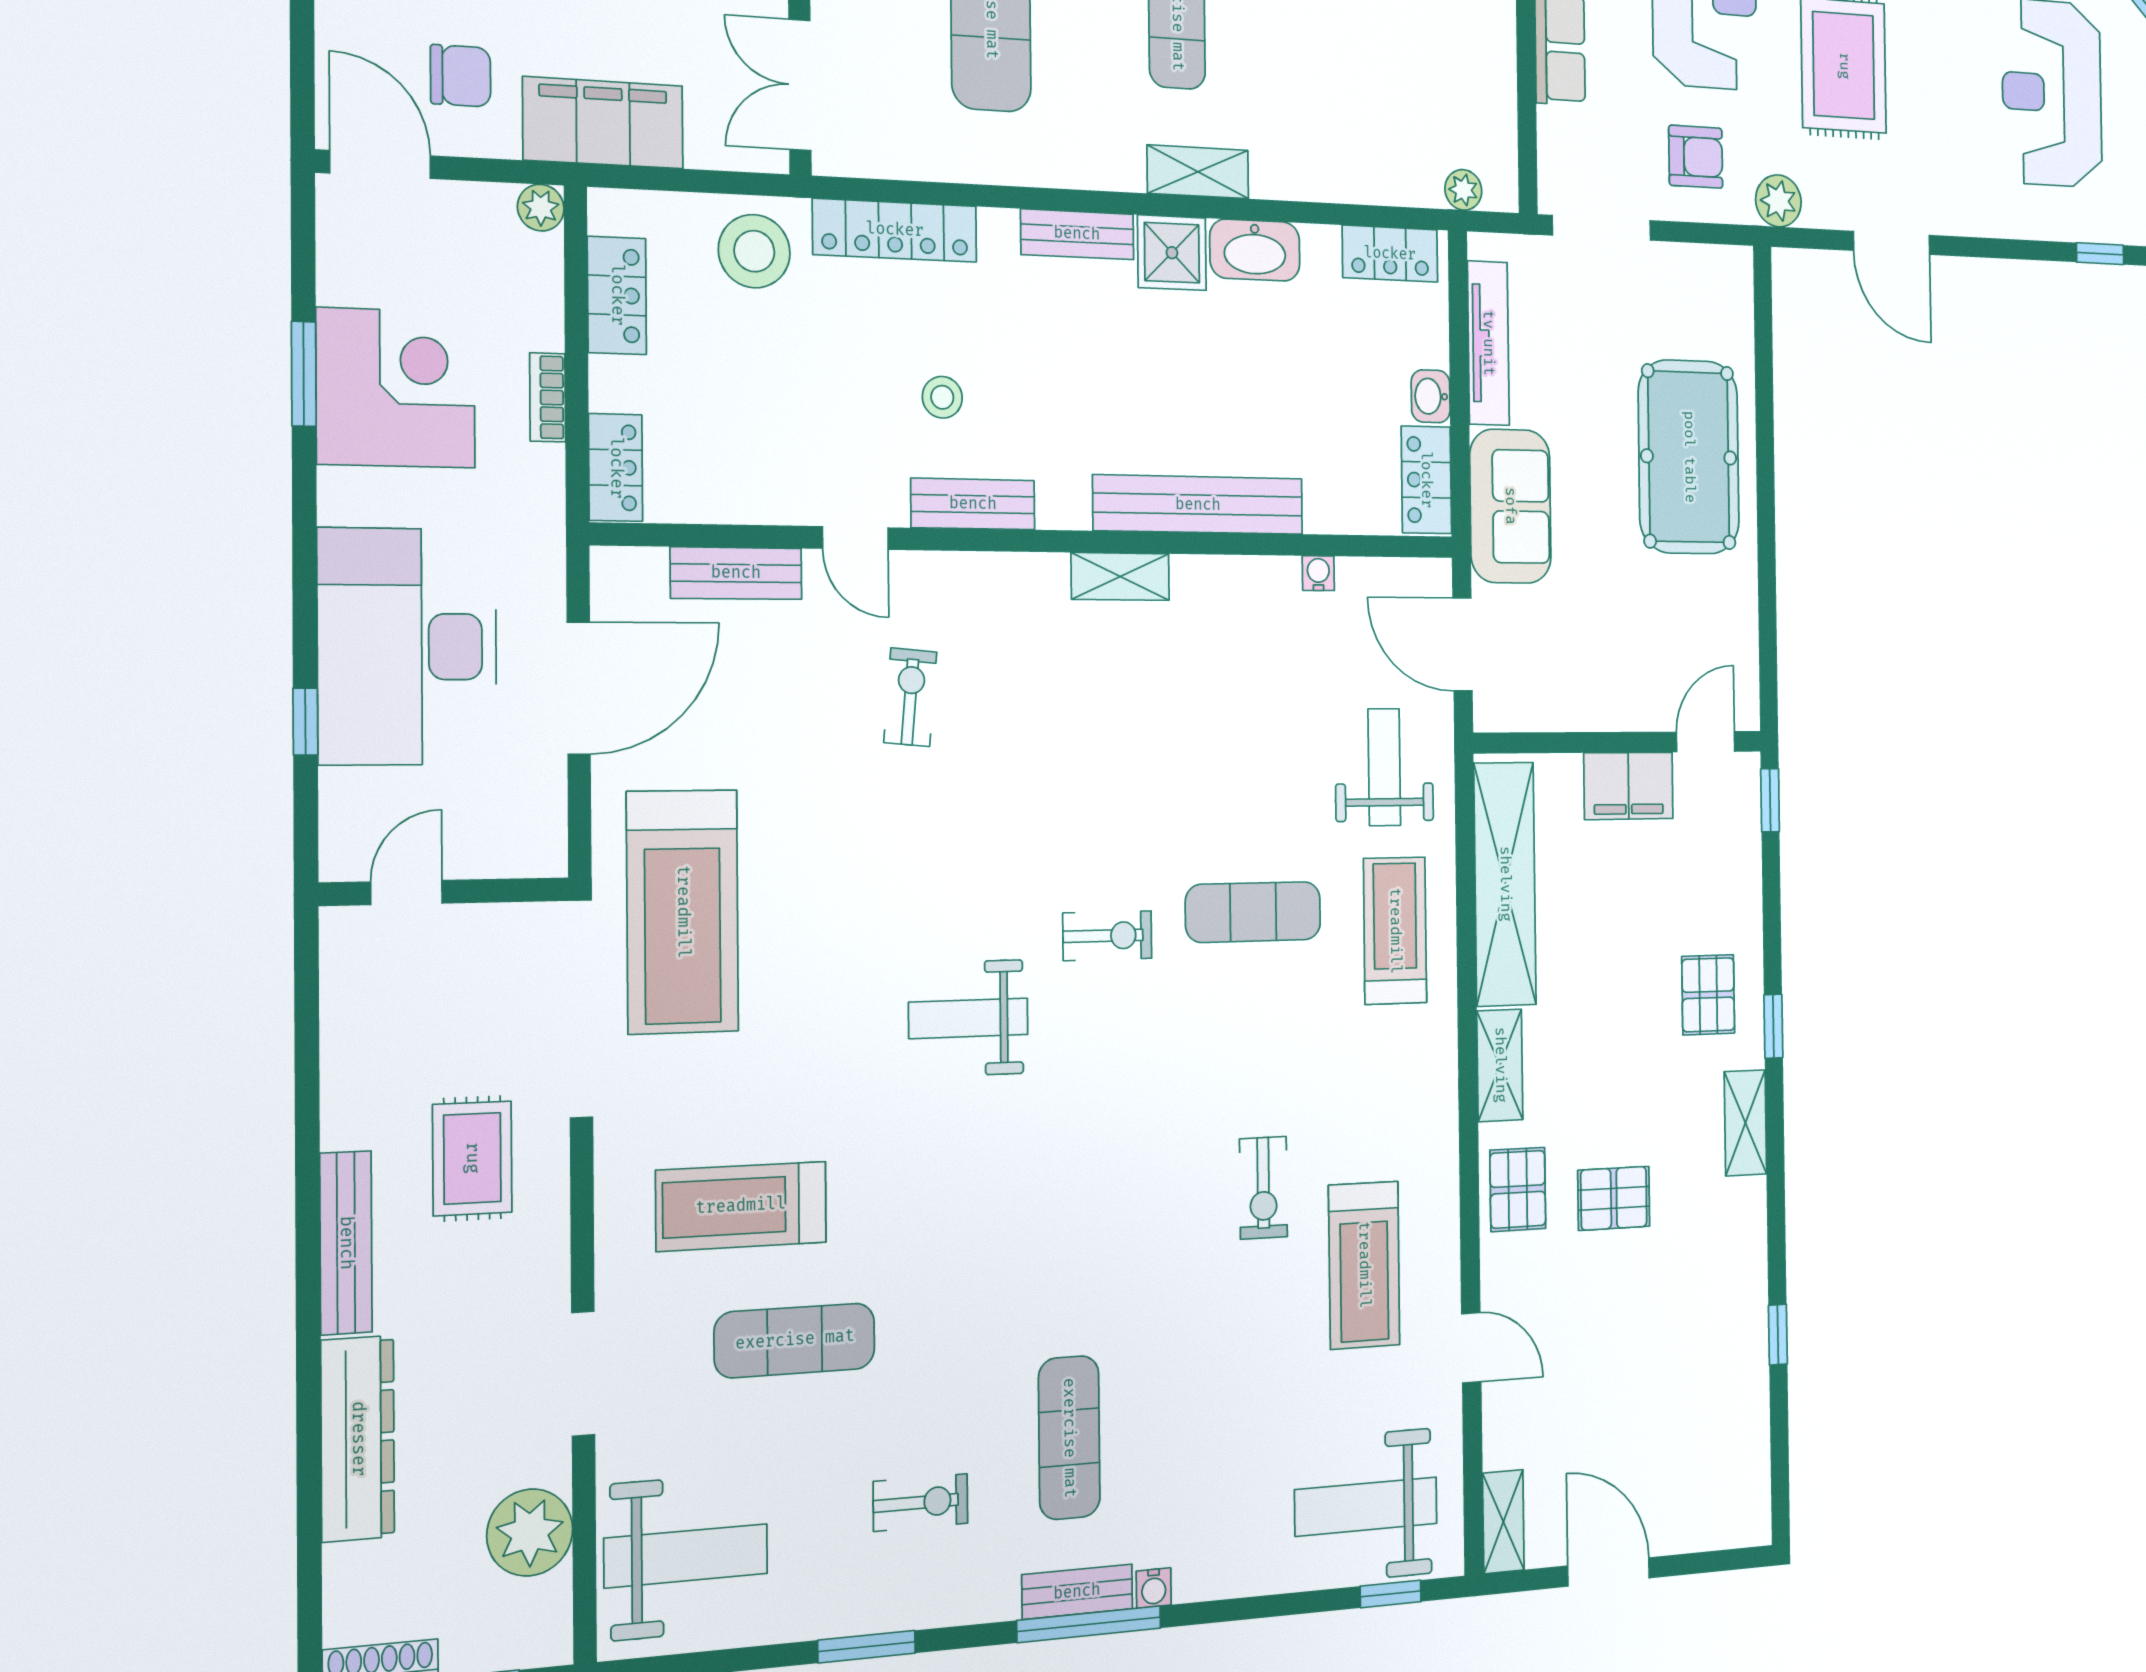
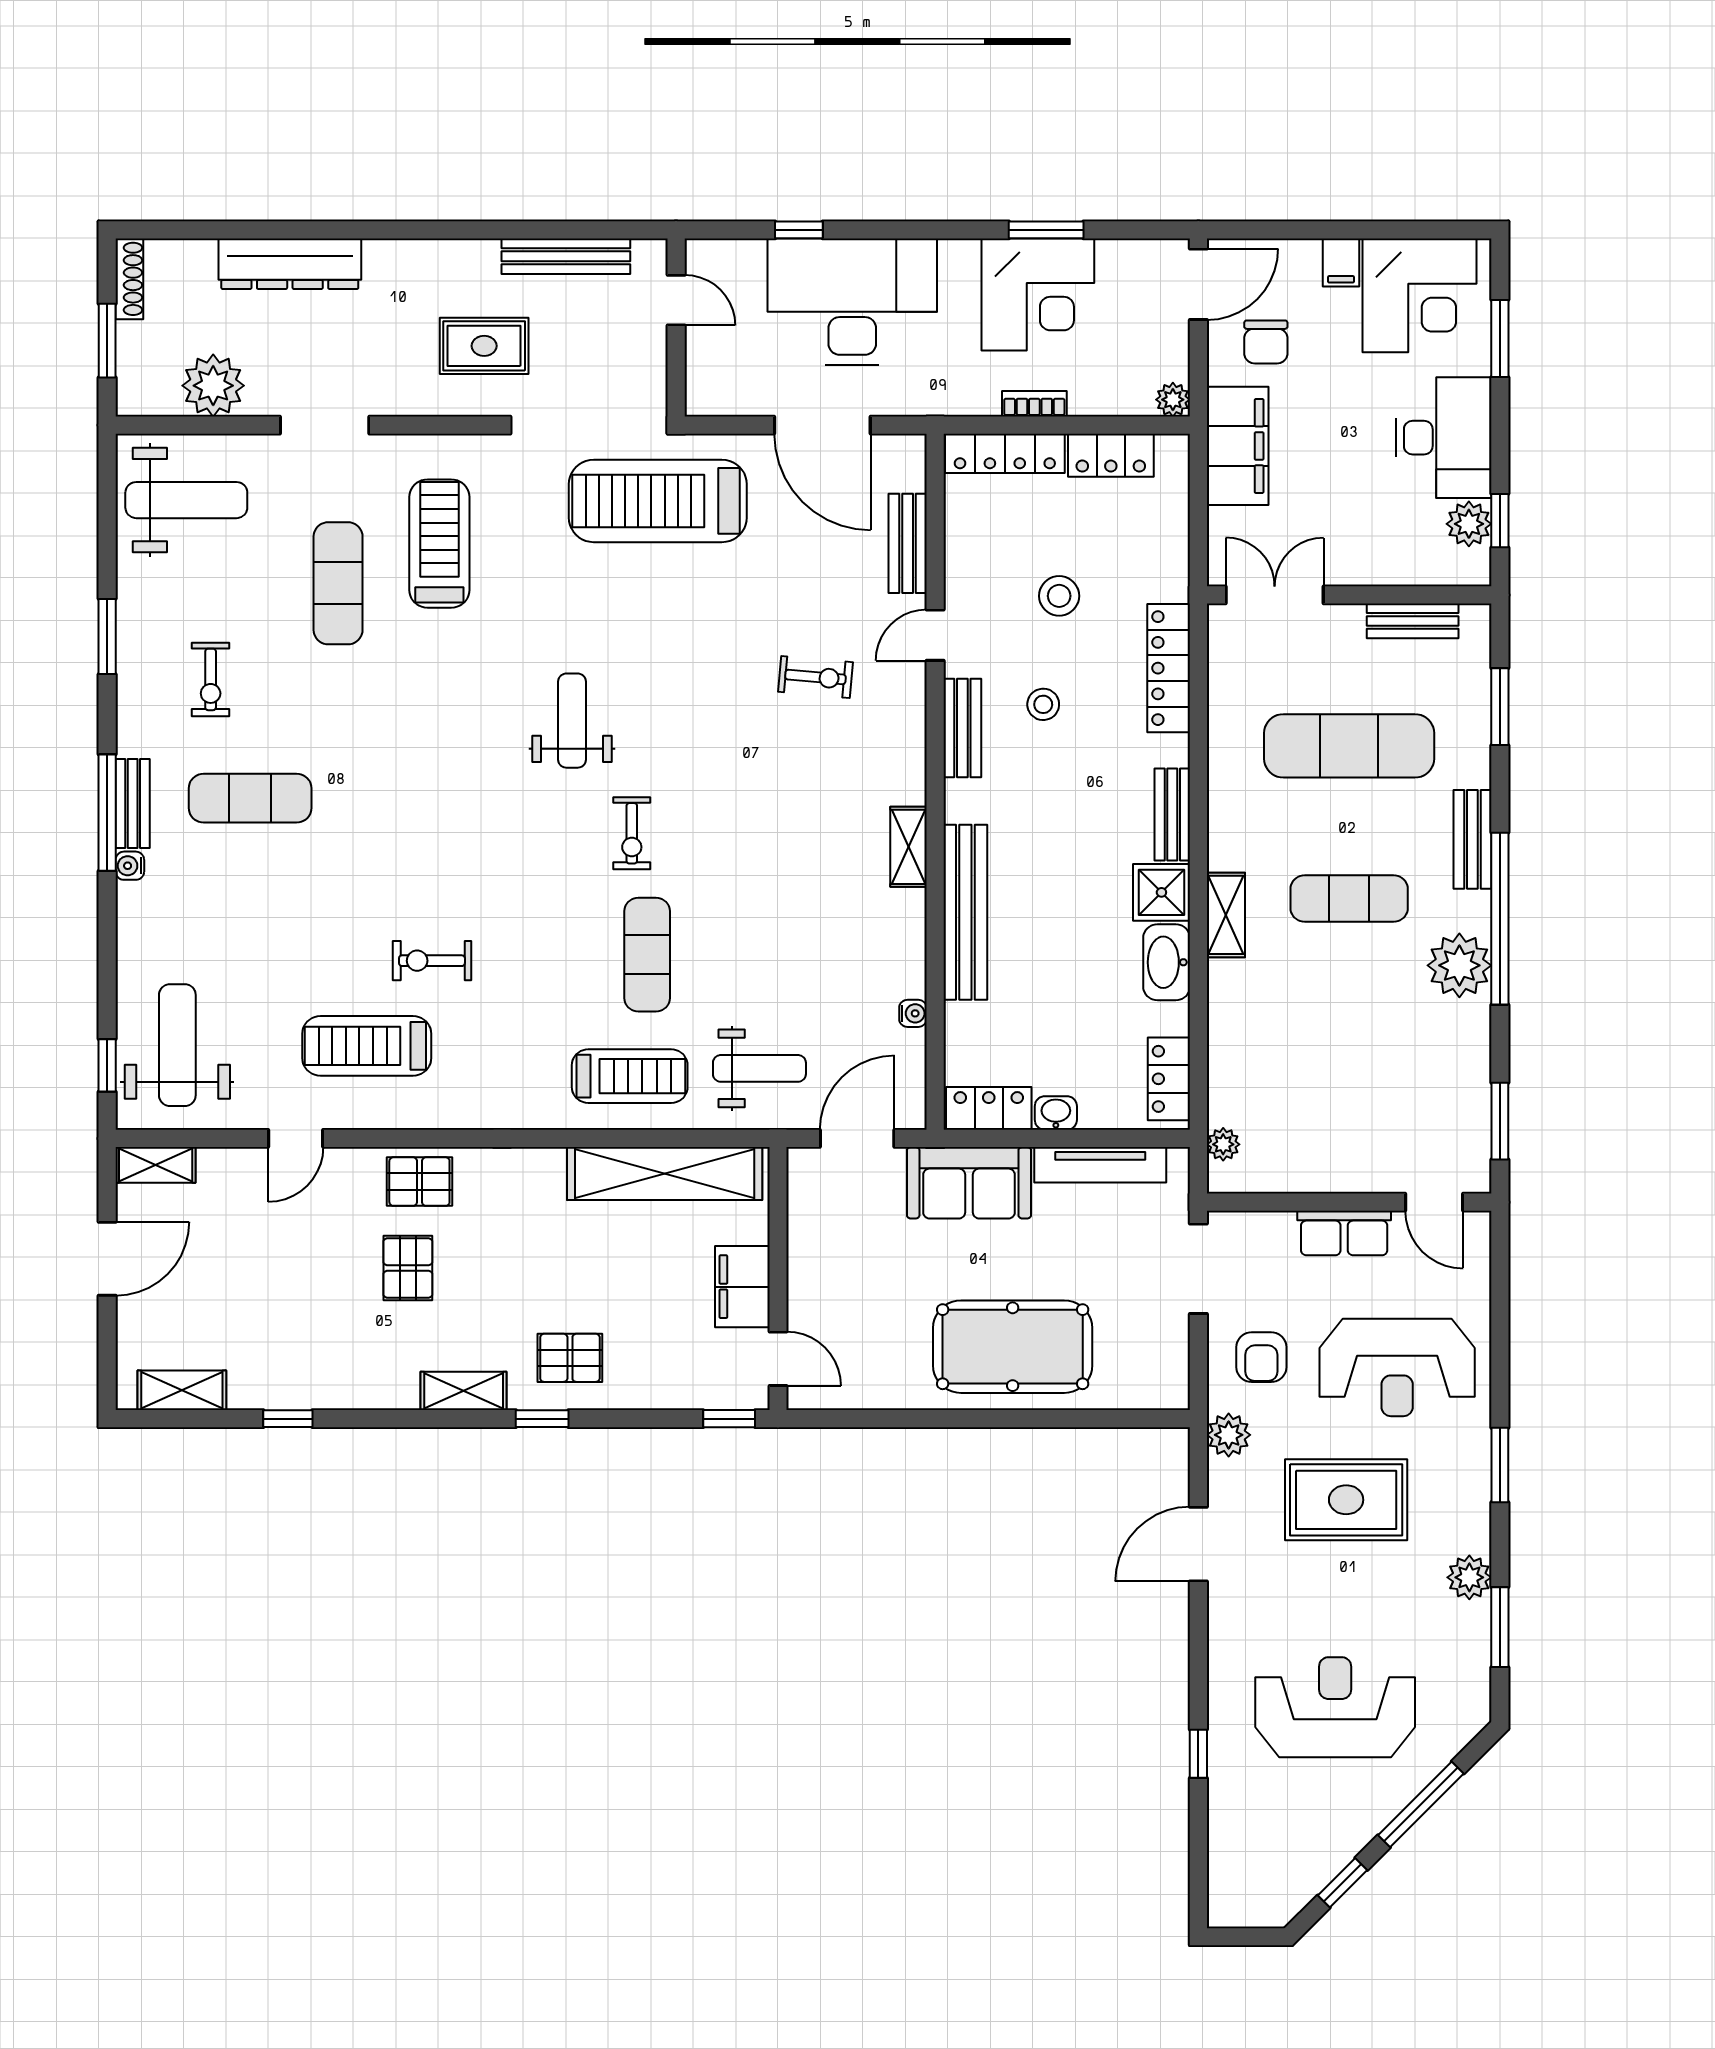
stool: (754, 251) -> (1059, 596), moved, width x0.73, depth x0.73
locker: (616, 468) -> (1005, 453), width x1.53
shelving: (1500, 1065) -> (182, 1390), moved
bench: (346, 1243) -> (566, 256), moved
weight bench: (686, 1556) -> (186, 500), turned -90

